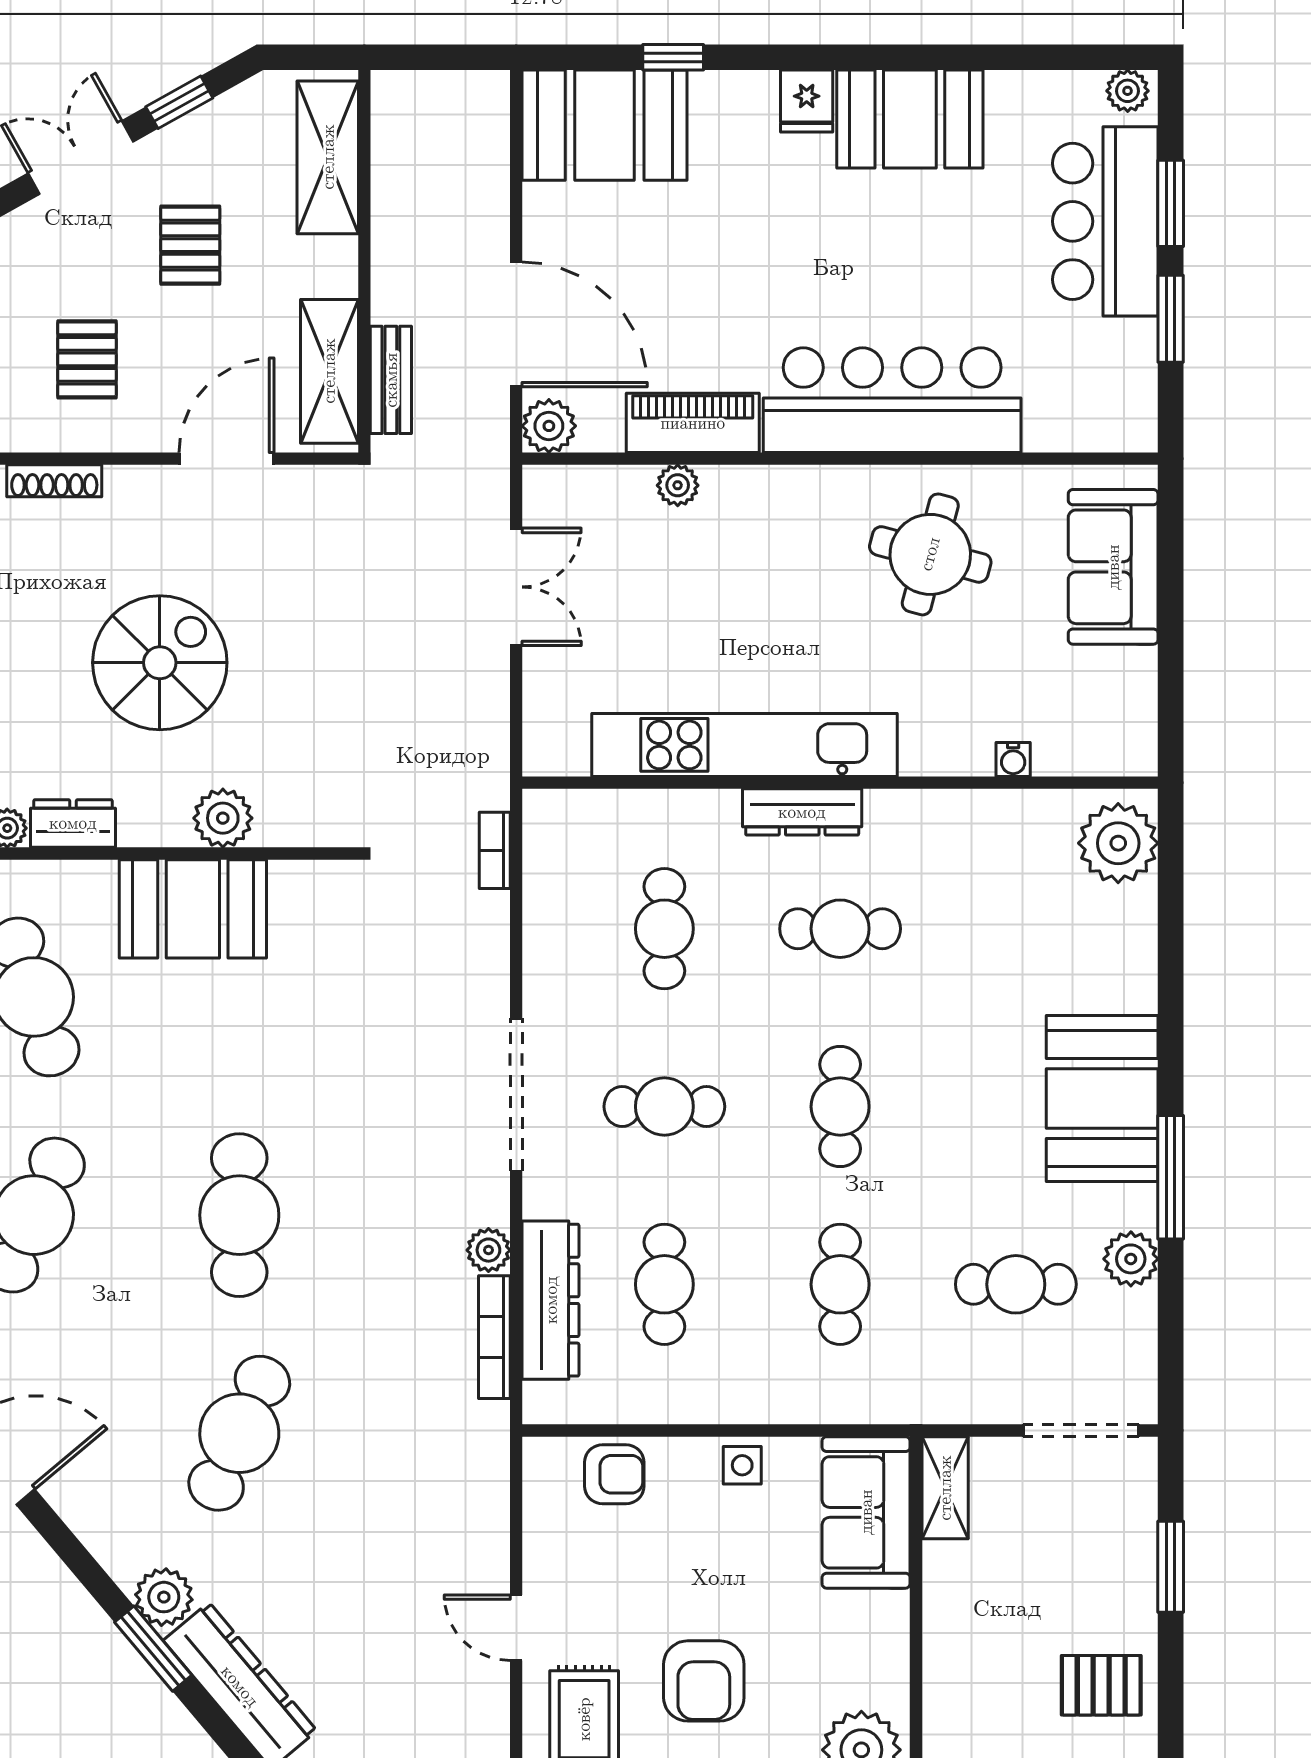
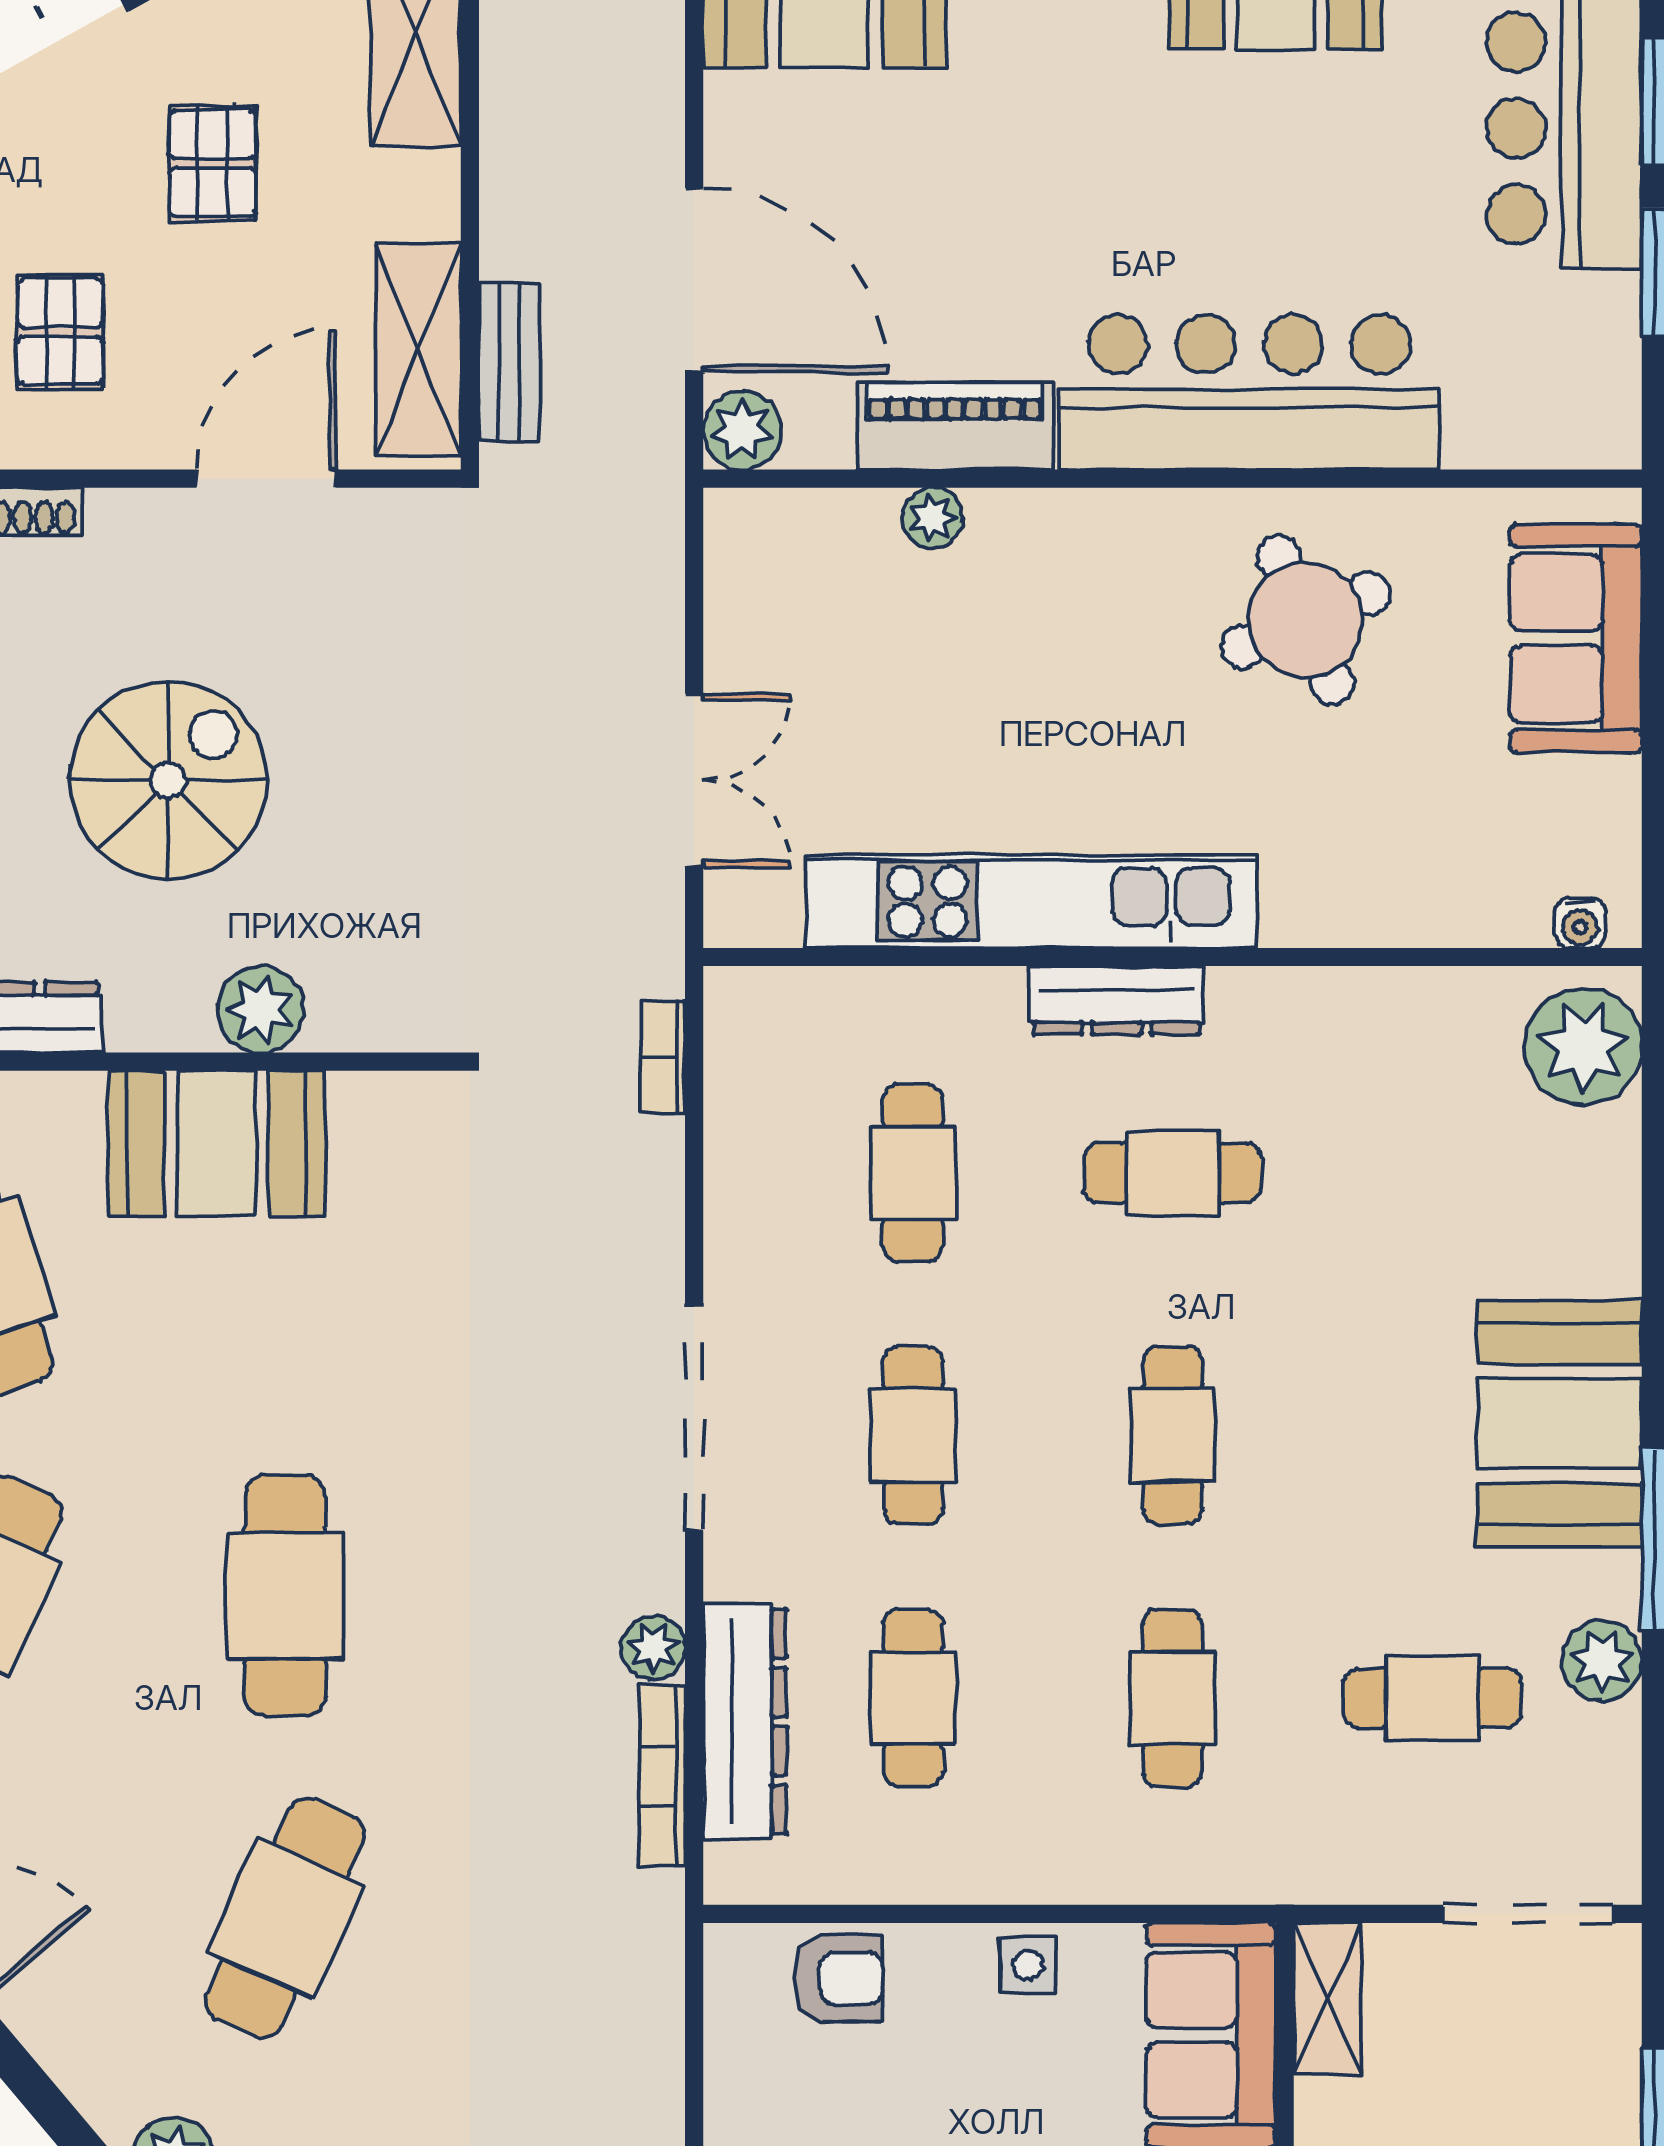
round table: (930, 554) -> (1306, 620), turned -38
double door: (516, 587) -> (694, 781), moved
water cooler: (1013, 759) -> (1580, 923), moved
cafe table: (664, 1107) -> (913, 1435), turned 90

